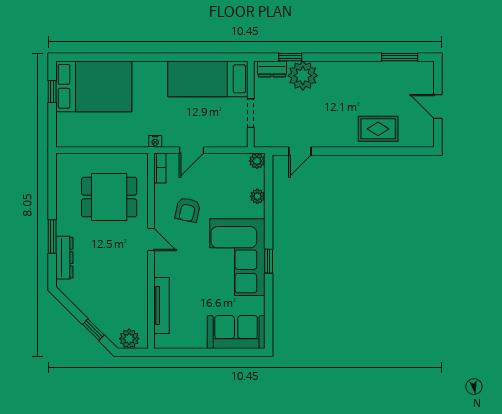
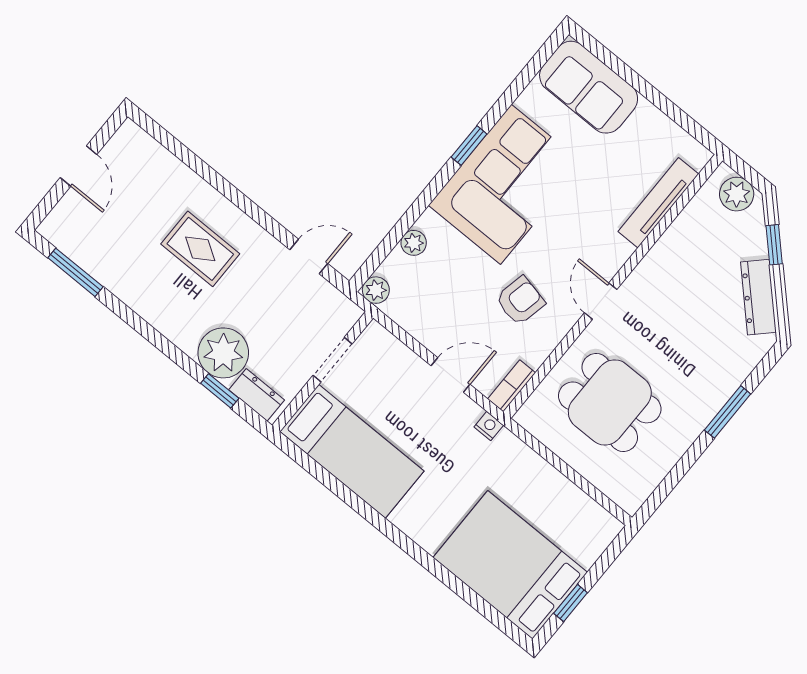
rug: (378, 129) -> (200, 249), moved
dresser: (64, 258) -> (758, 297), moved, turned -45

